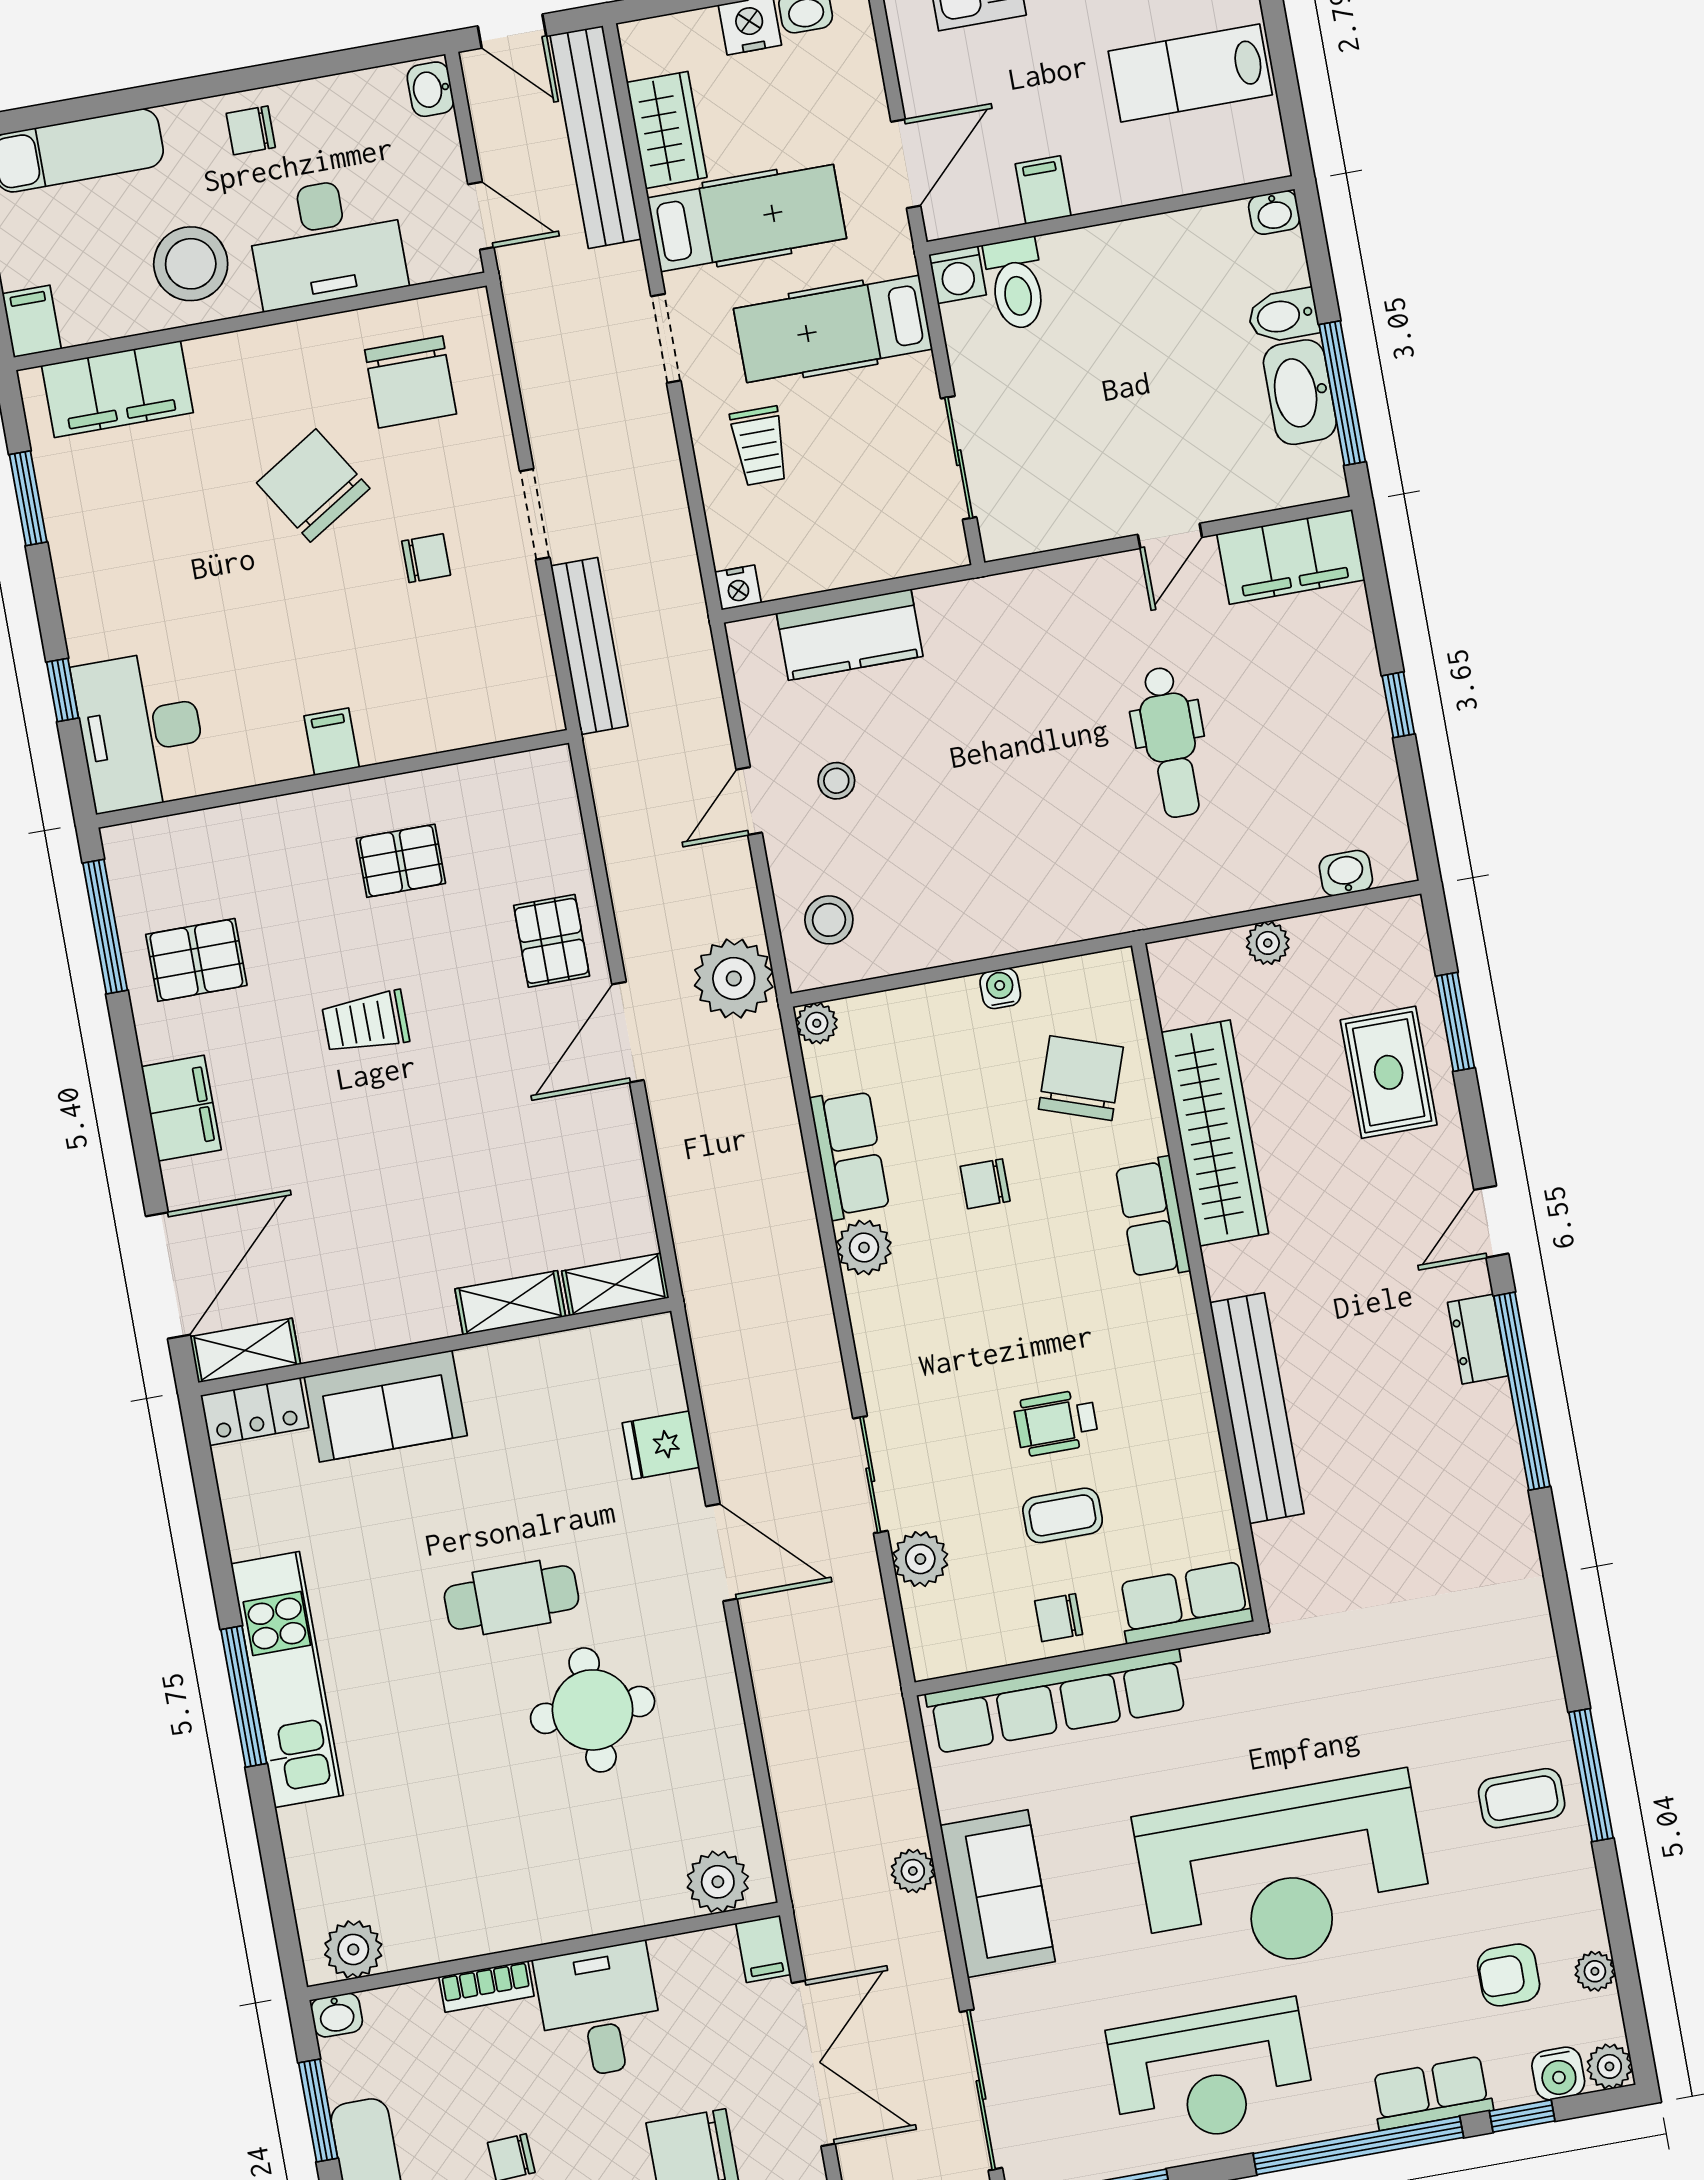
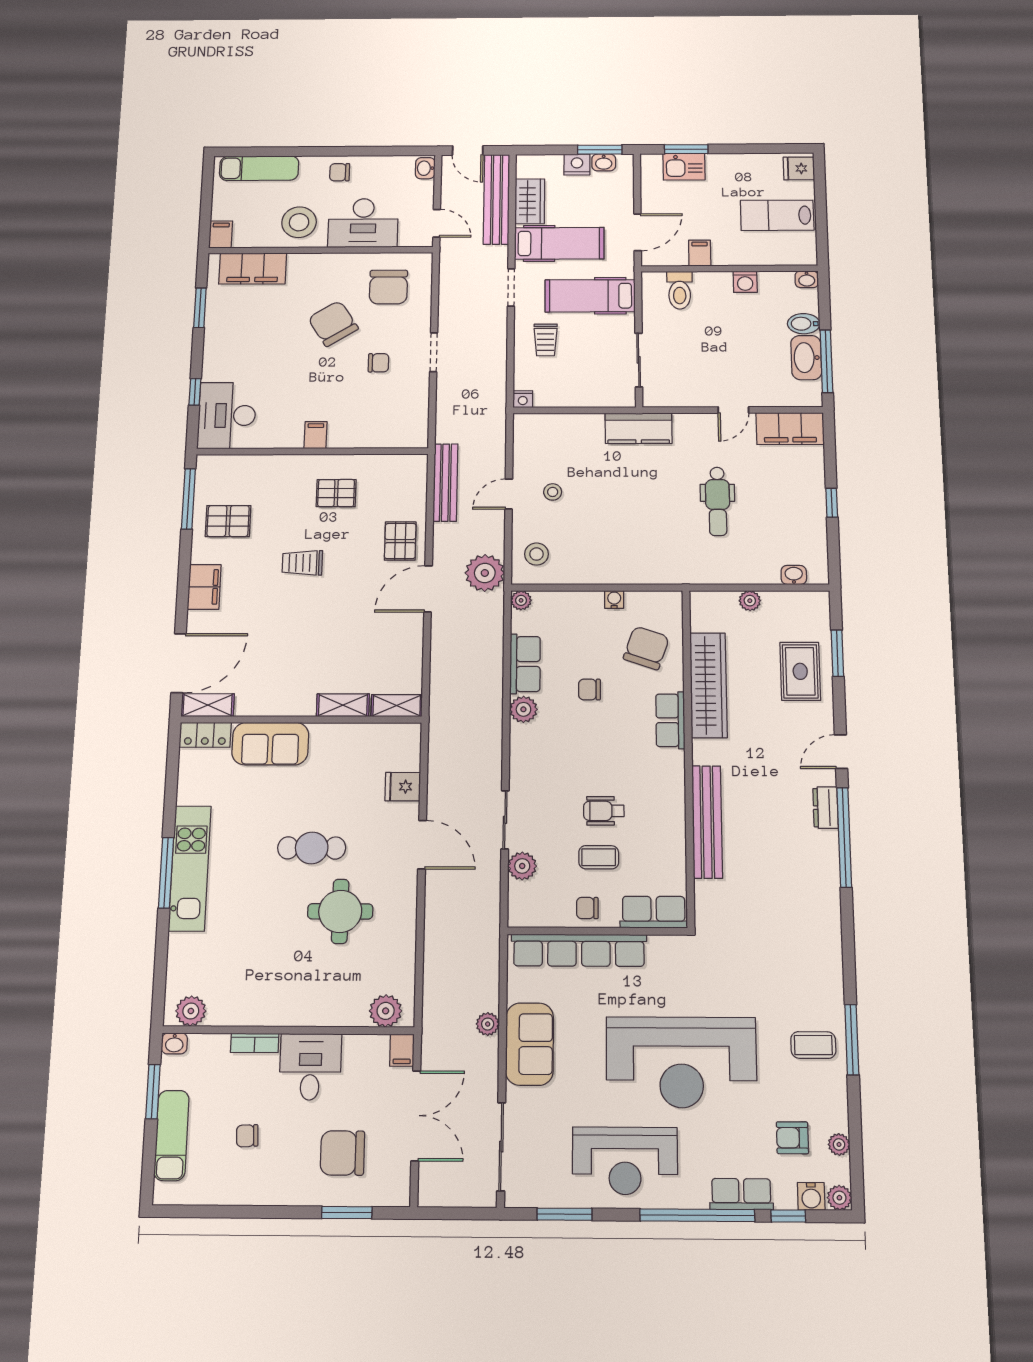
washing machine: (958, 275) -> (745, 282), moved
kitchen counter: (850, 635) -> (639, 428), moved
bench: (589, 646) -> (445, 482), moved

